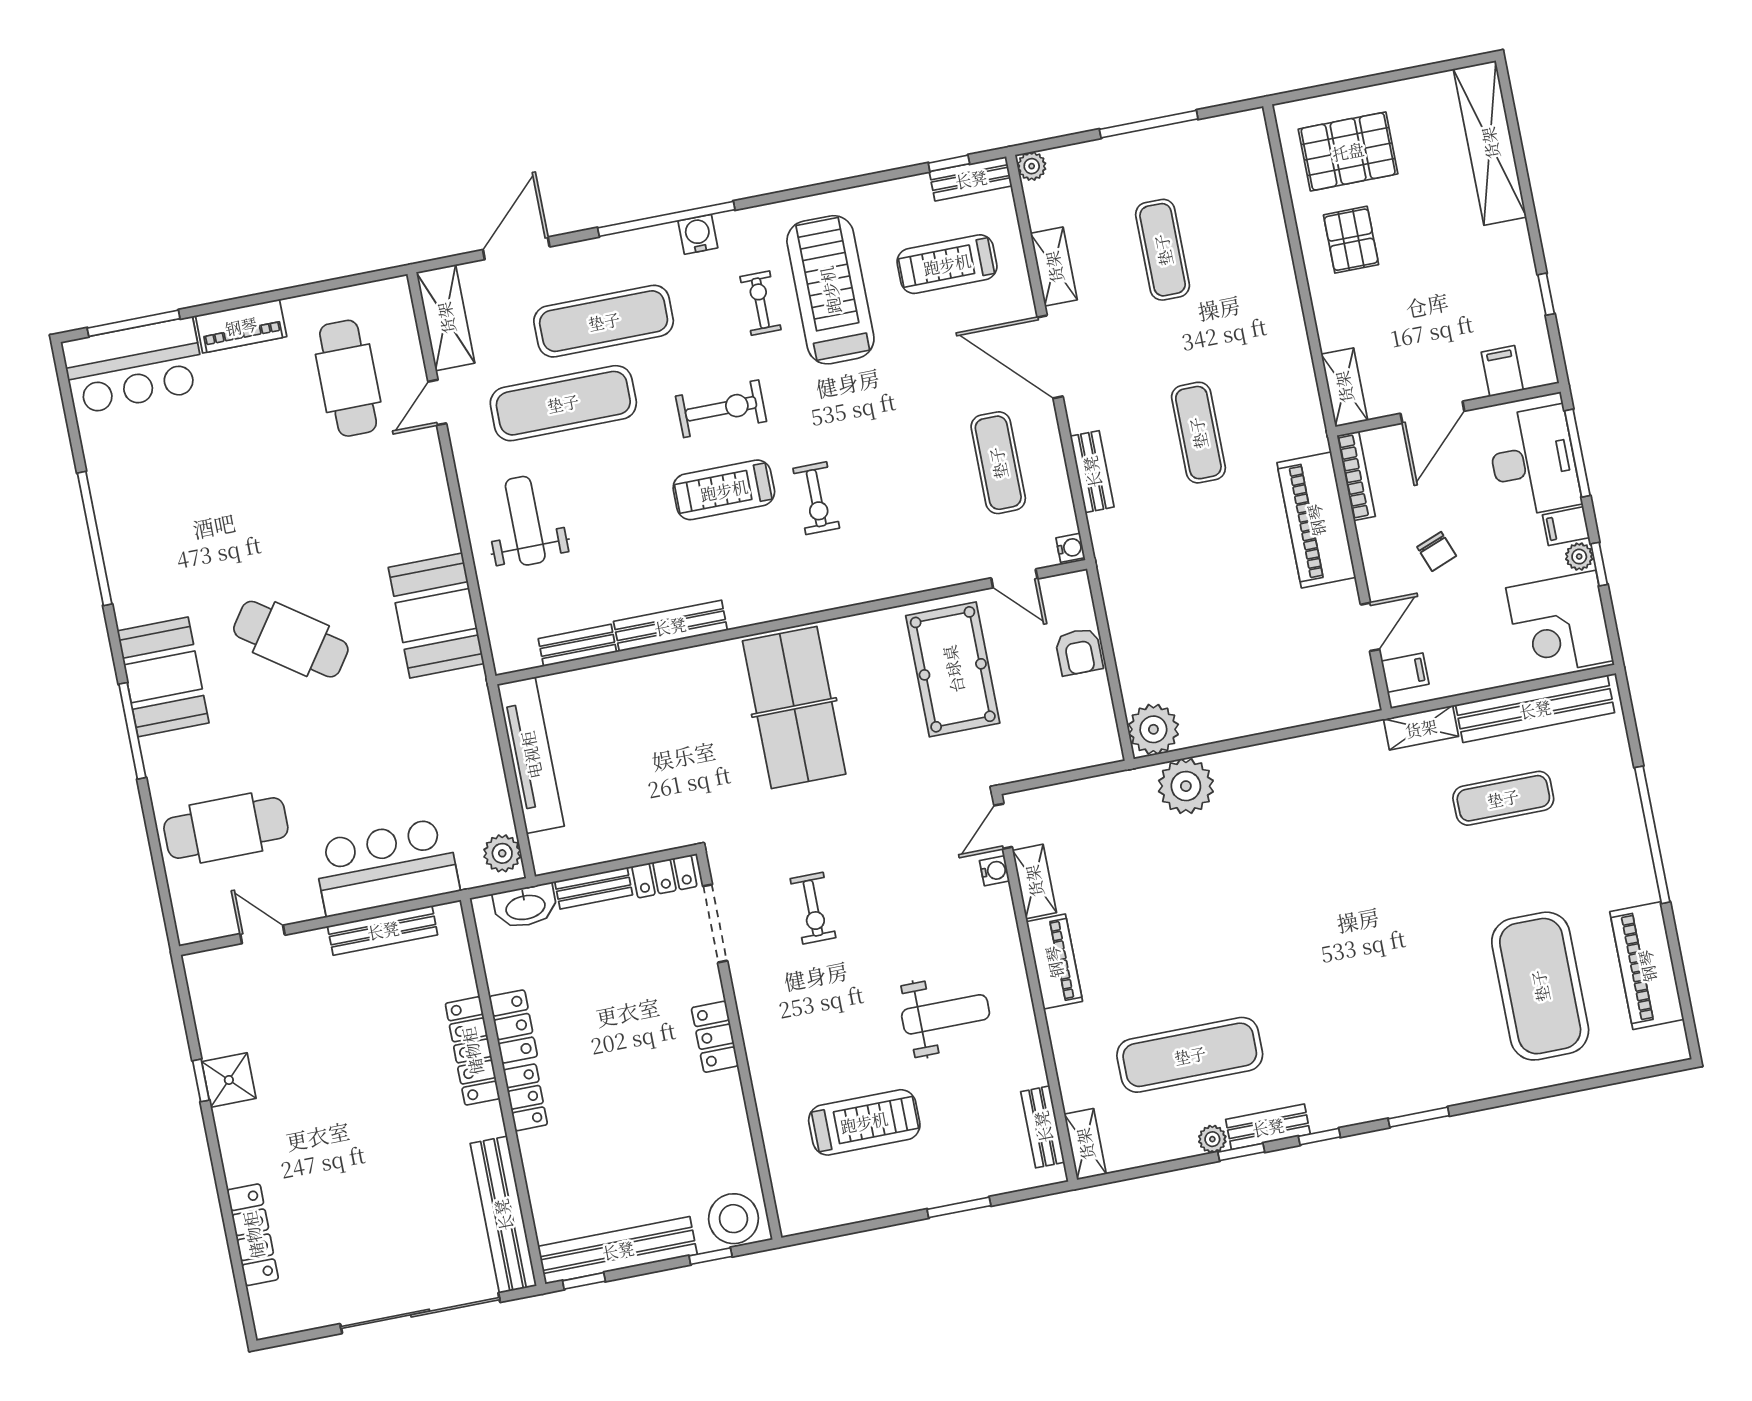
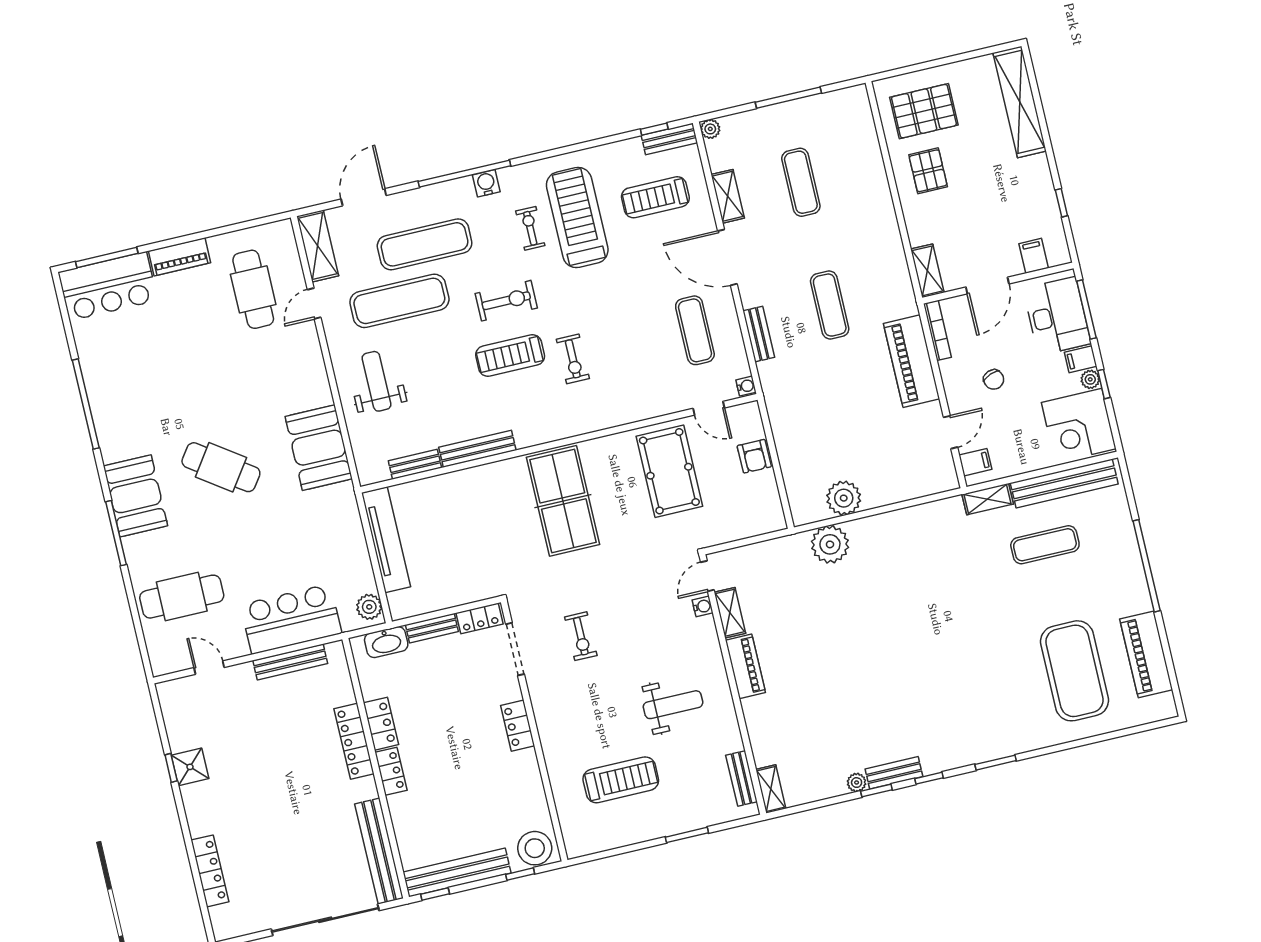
plant: (1153, 729) -> (844, 498), moved
exercise mat: (1190, 1055) -> (839, 726), removed

